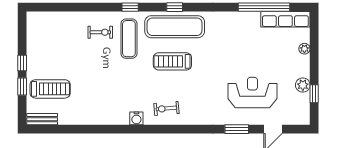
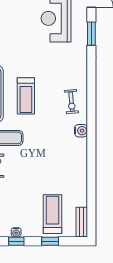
water cooler: (31, 51) -> (16, 232), added
window: (22, 63) -> (16, 241), moved

